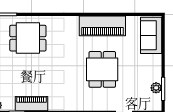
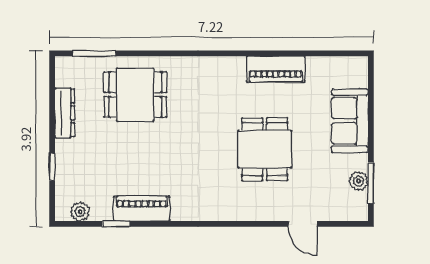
piano: (102, 26) -> (276, 69), width x0.73, depth x0.75
sofa: (151, 35) -> (350, 121), moved

